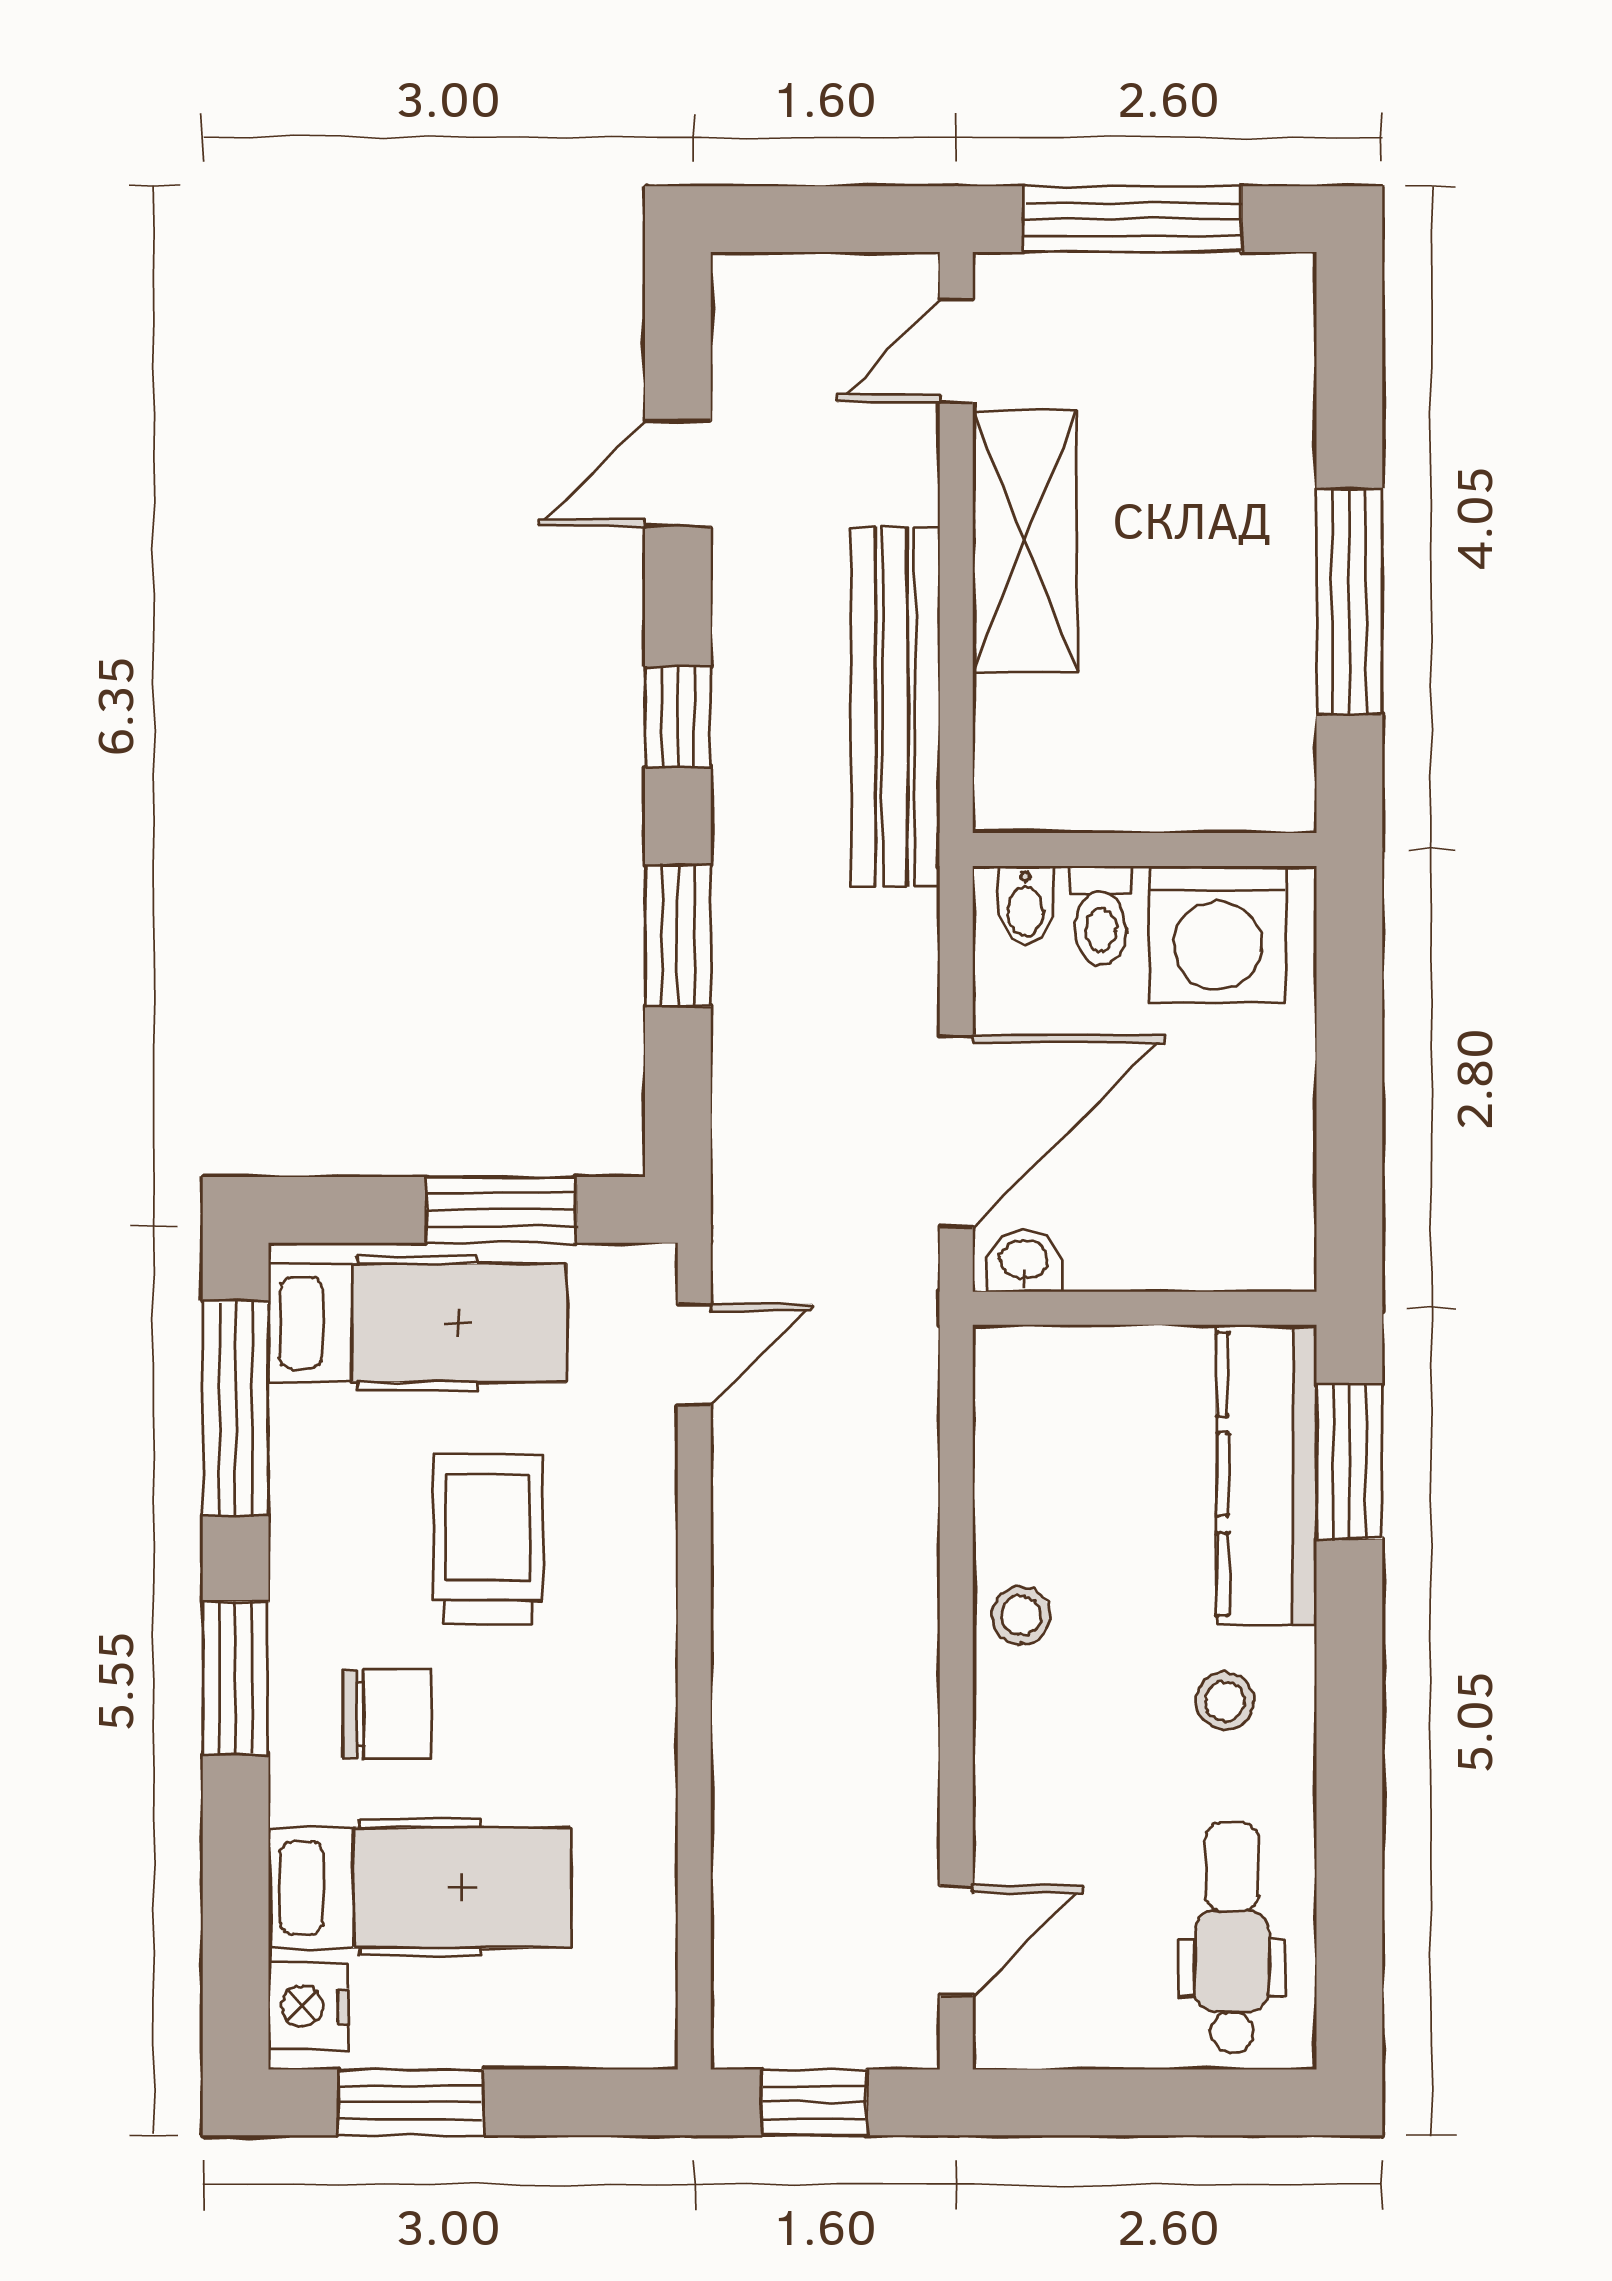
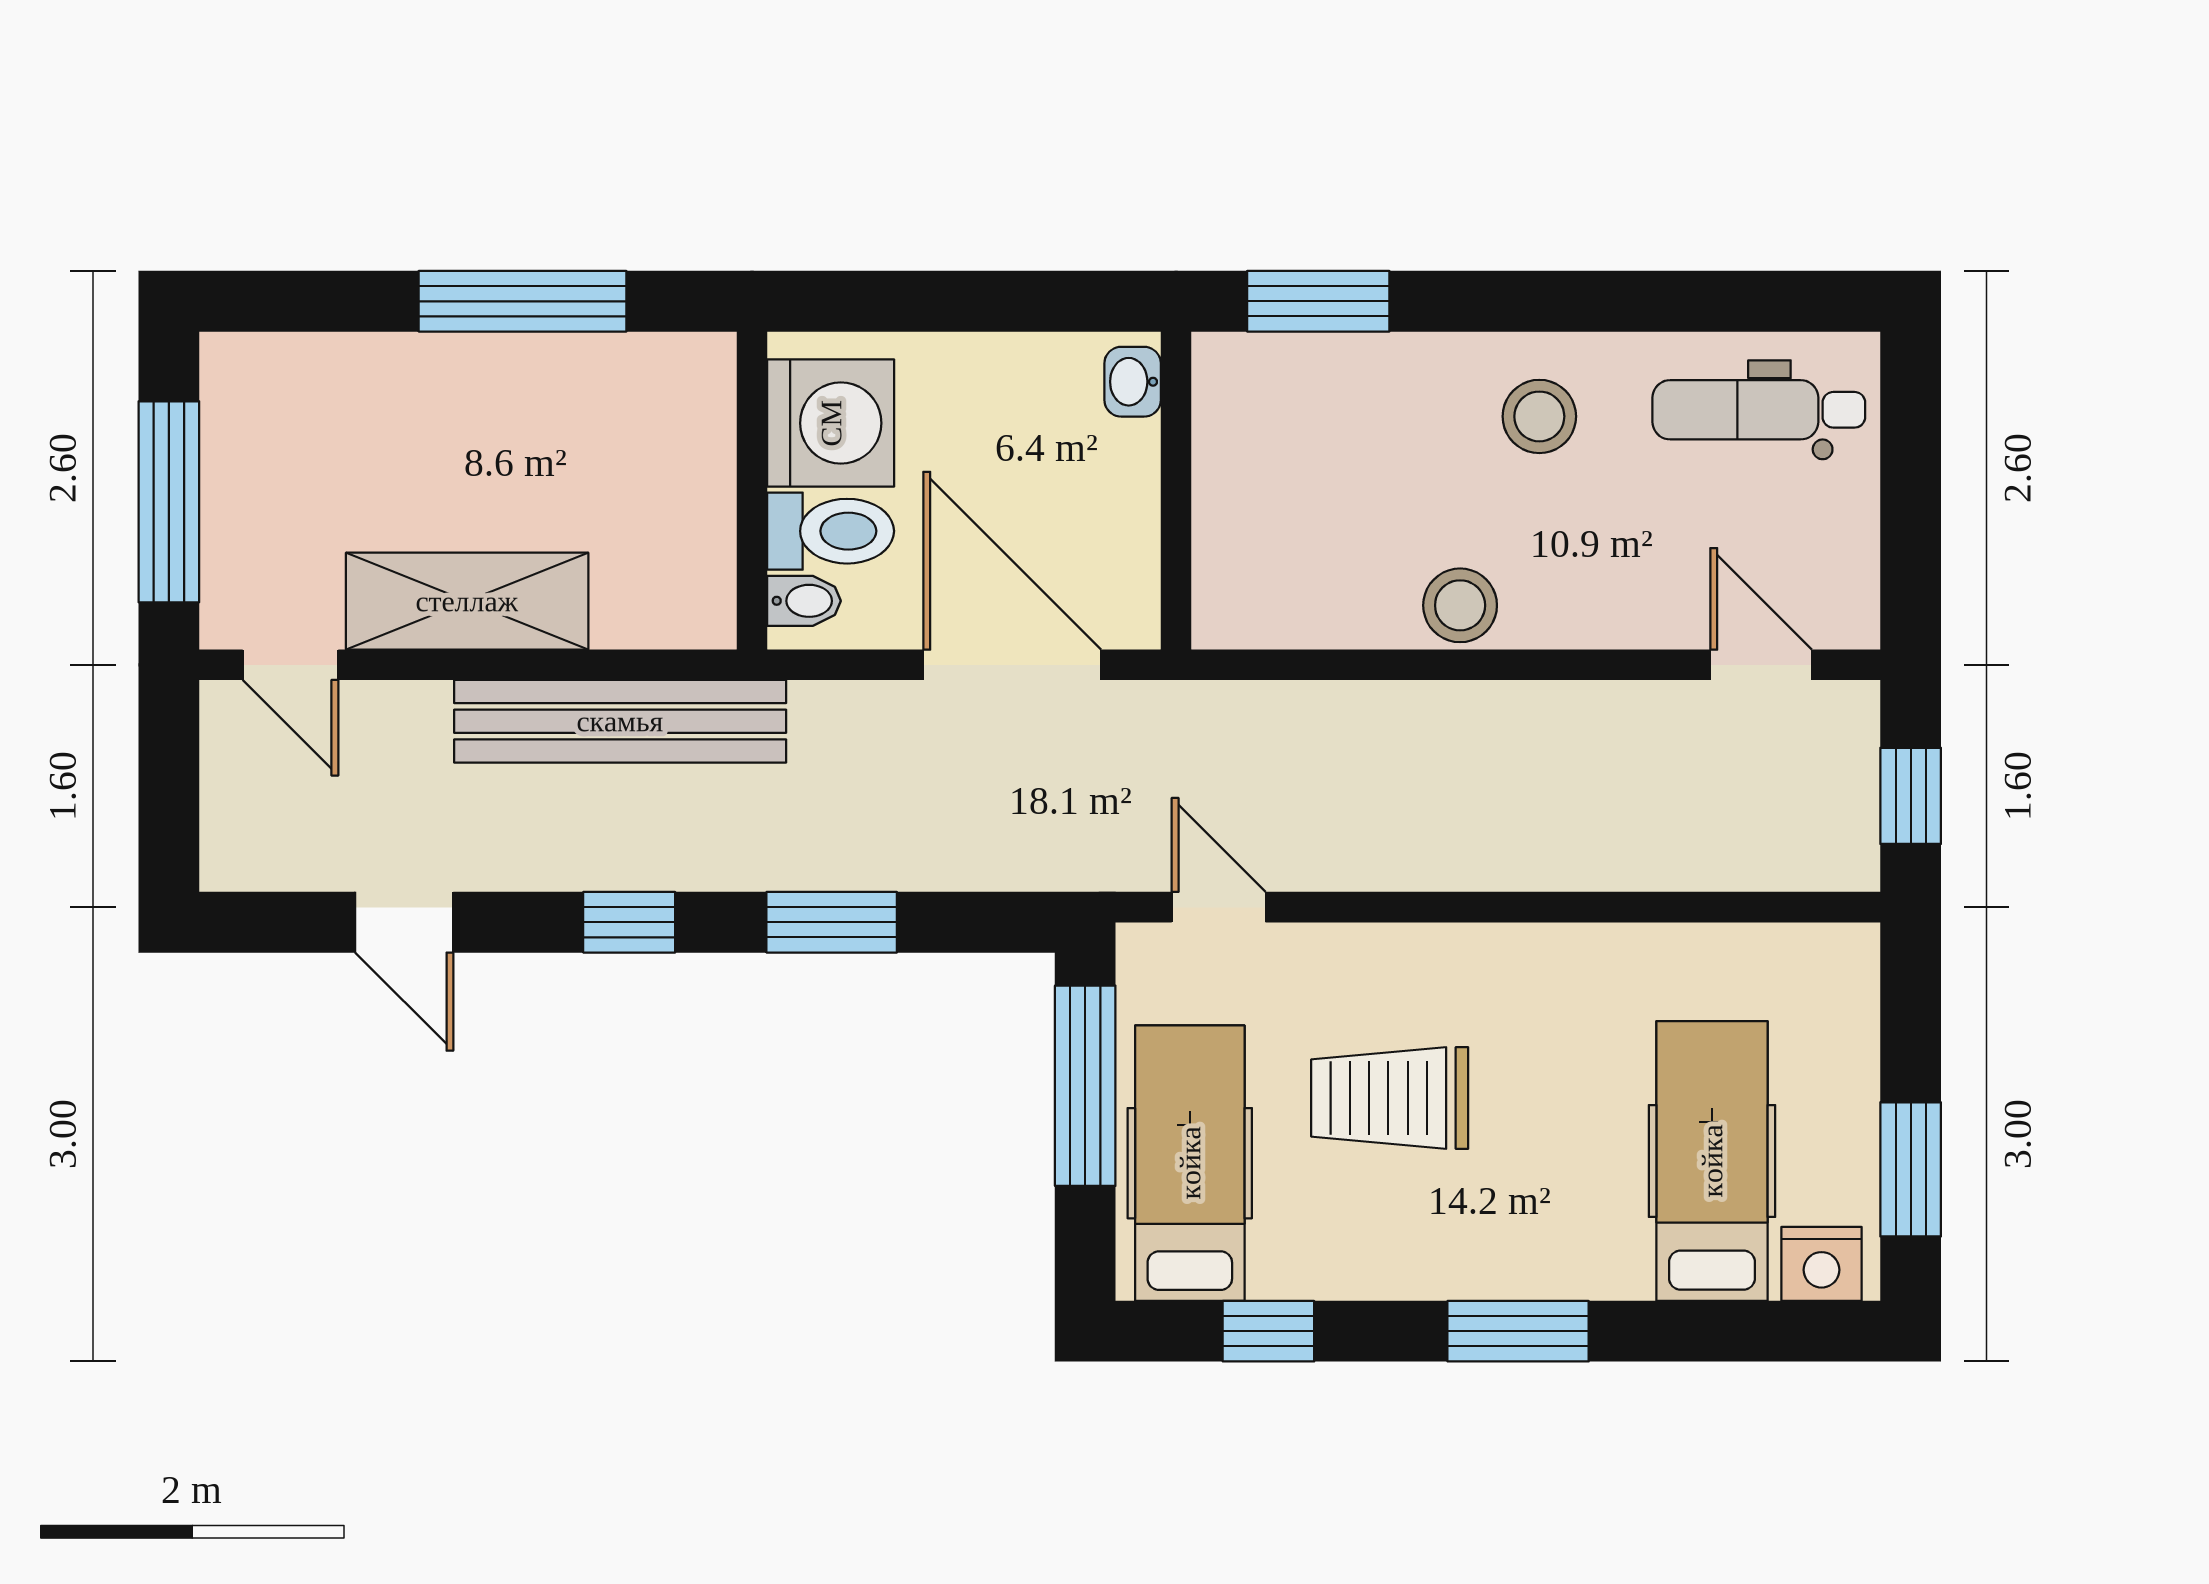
toilet: (1101, 915) -> (831, 531), width x1.37, depth x1.39
window: (501, 1210) -> (1085, 1086), width x1.44
washbasin: (1024, 1261) -> (1133, 382), moved
window: (236, 1408) -> (1268, 1331), width x0.46
kitchen counter: (1267, 1474) -> (1330, 378), removed
stool: (1020, 1615) -> (1460, 605), width x1.37, depth x1.37
stool: (1225, 1701) -> (1539, 416), width x1.37, depth x1.37
chair: (387, 1714) -> (1552, 1191), removed

